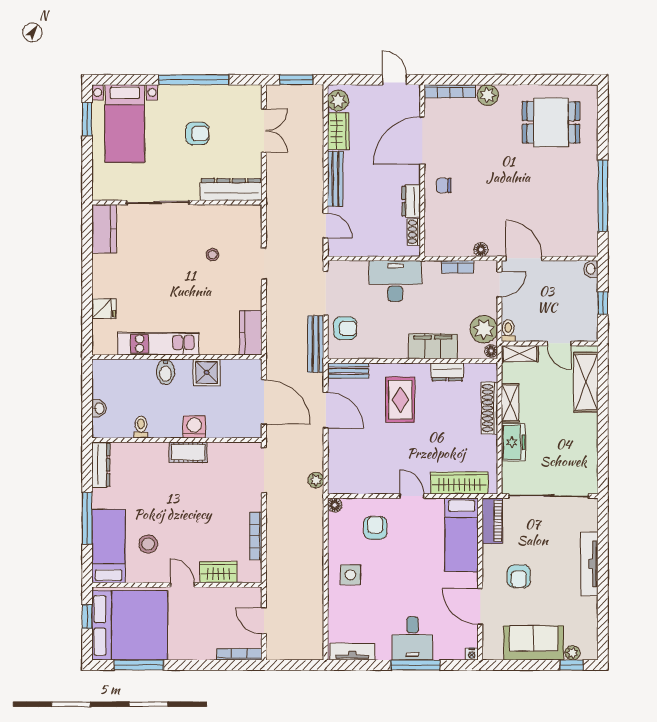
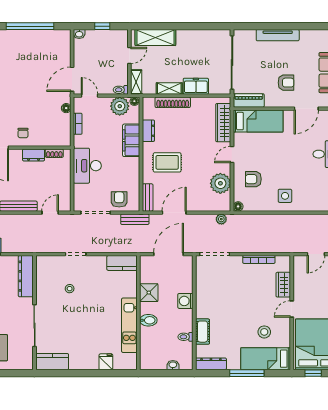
bench: (316, 344) -> (135, 219), width x0.73
cot: (188, 452) -> (203, 332), moved
plant: (369, 479) -> (220, 183), added

